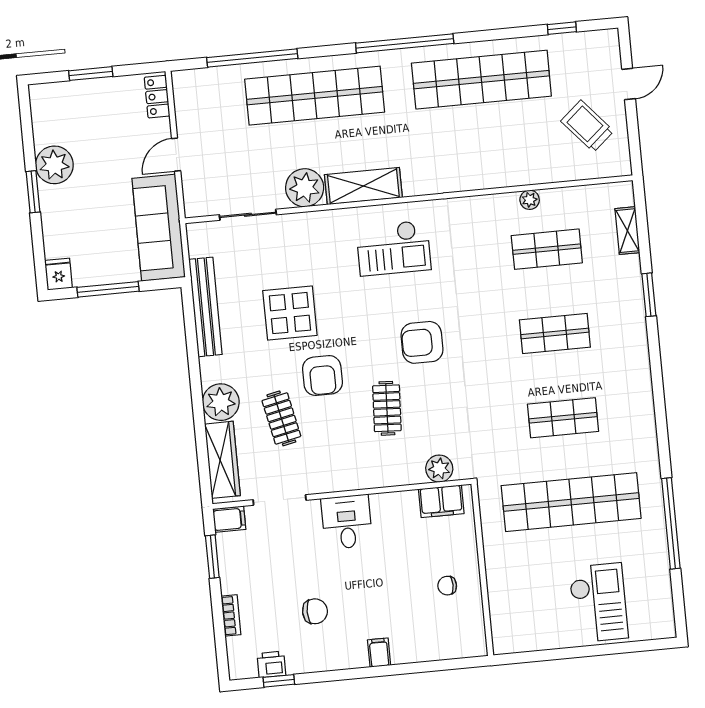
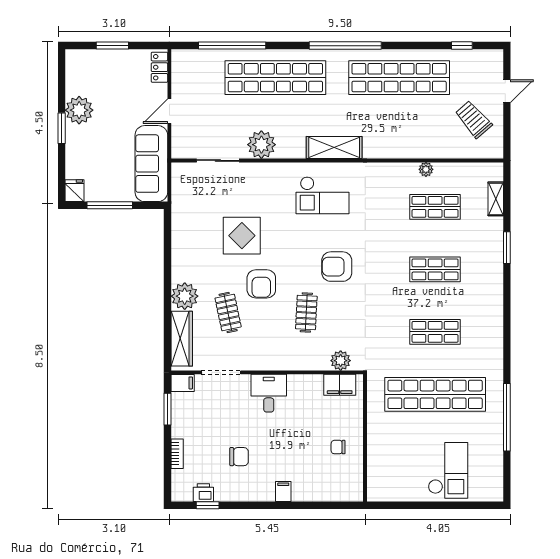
shelving: (363, 186) -> (334, 148), moved
bench: (205, 307) -> (180, 225), removed

